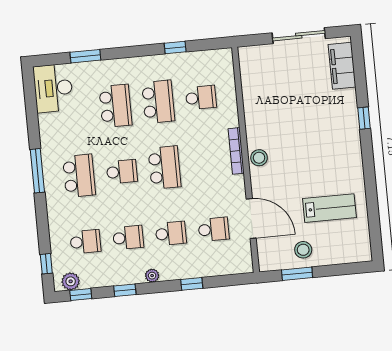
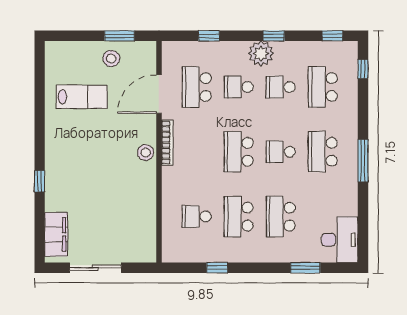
bookcase: (236, 151) -> (167, 143), moved
lab bench: (329, 208) -> (82, 97), turned 180
door: (251, 219) -> (159, 94), hinge flipped
school desk: (214, 229) -> (197, 87), width x1.85
school desk: (85, 242) -> (323, 87), width x1.85
plant: (152, 276) -> (261, 53), width x1.87, depth x1.87
plant: (71, 281) -> (341, 50), removed
window: (192, 284) -> (209, 36), moved
window: (125, 290) -> (274, 36), moved

